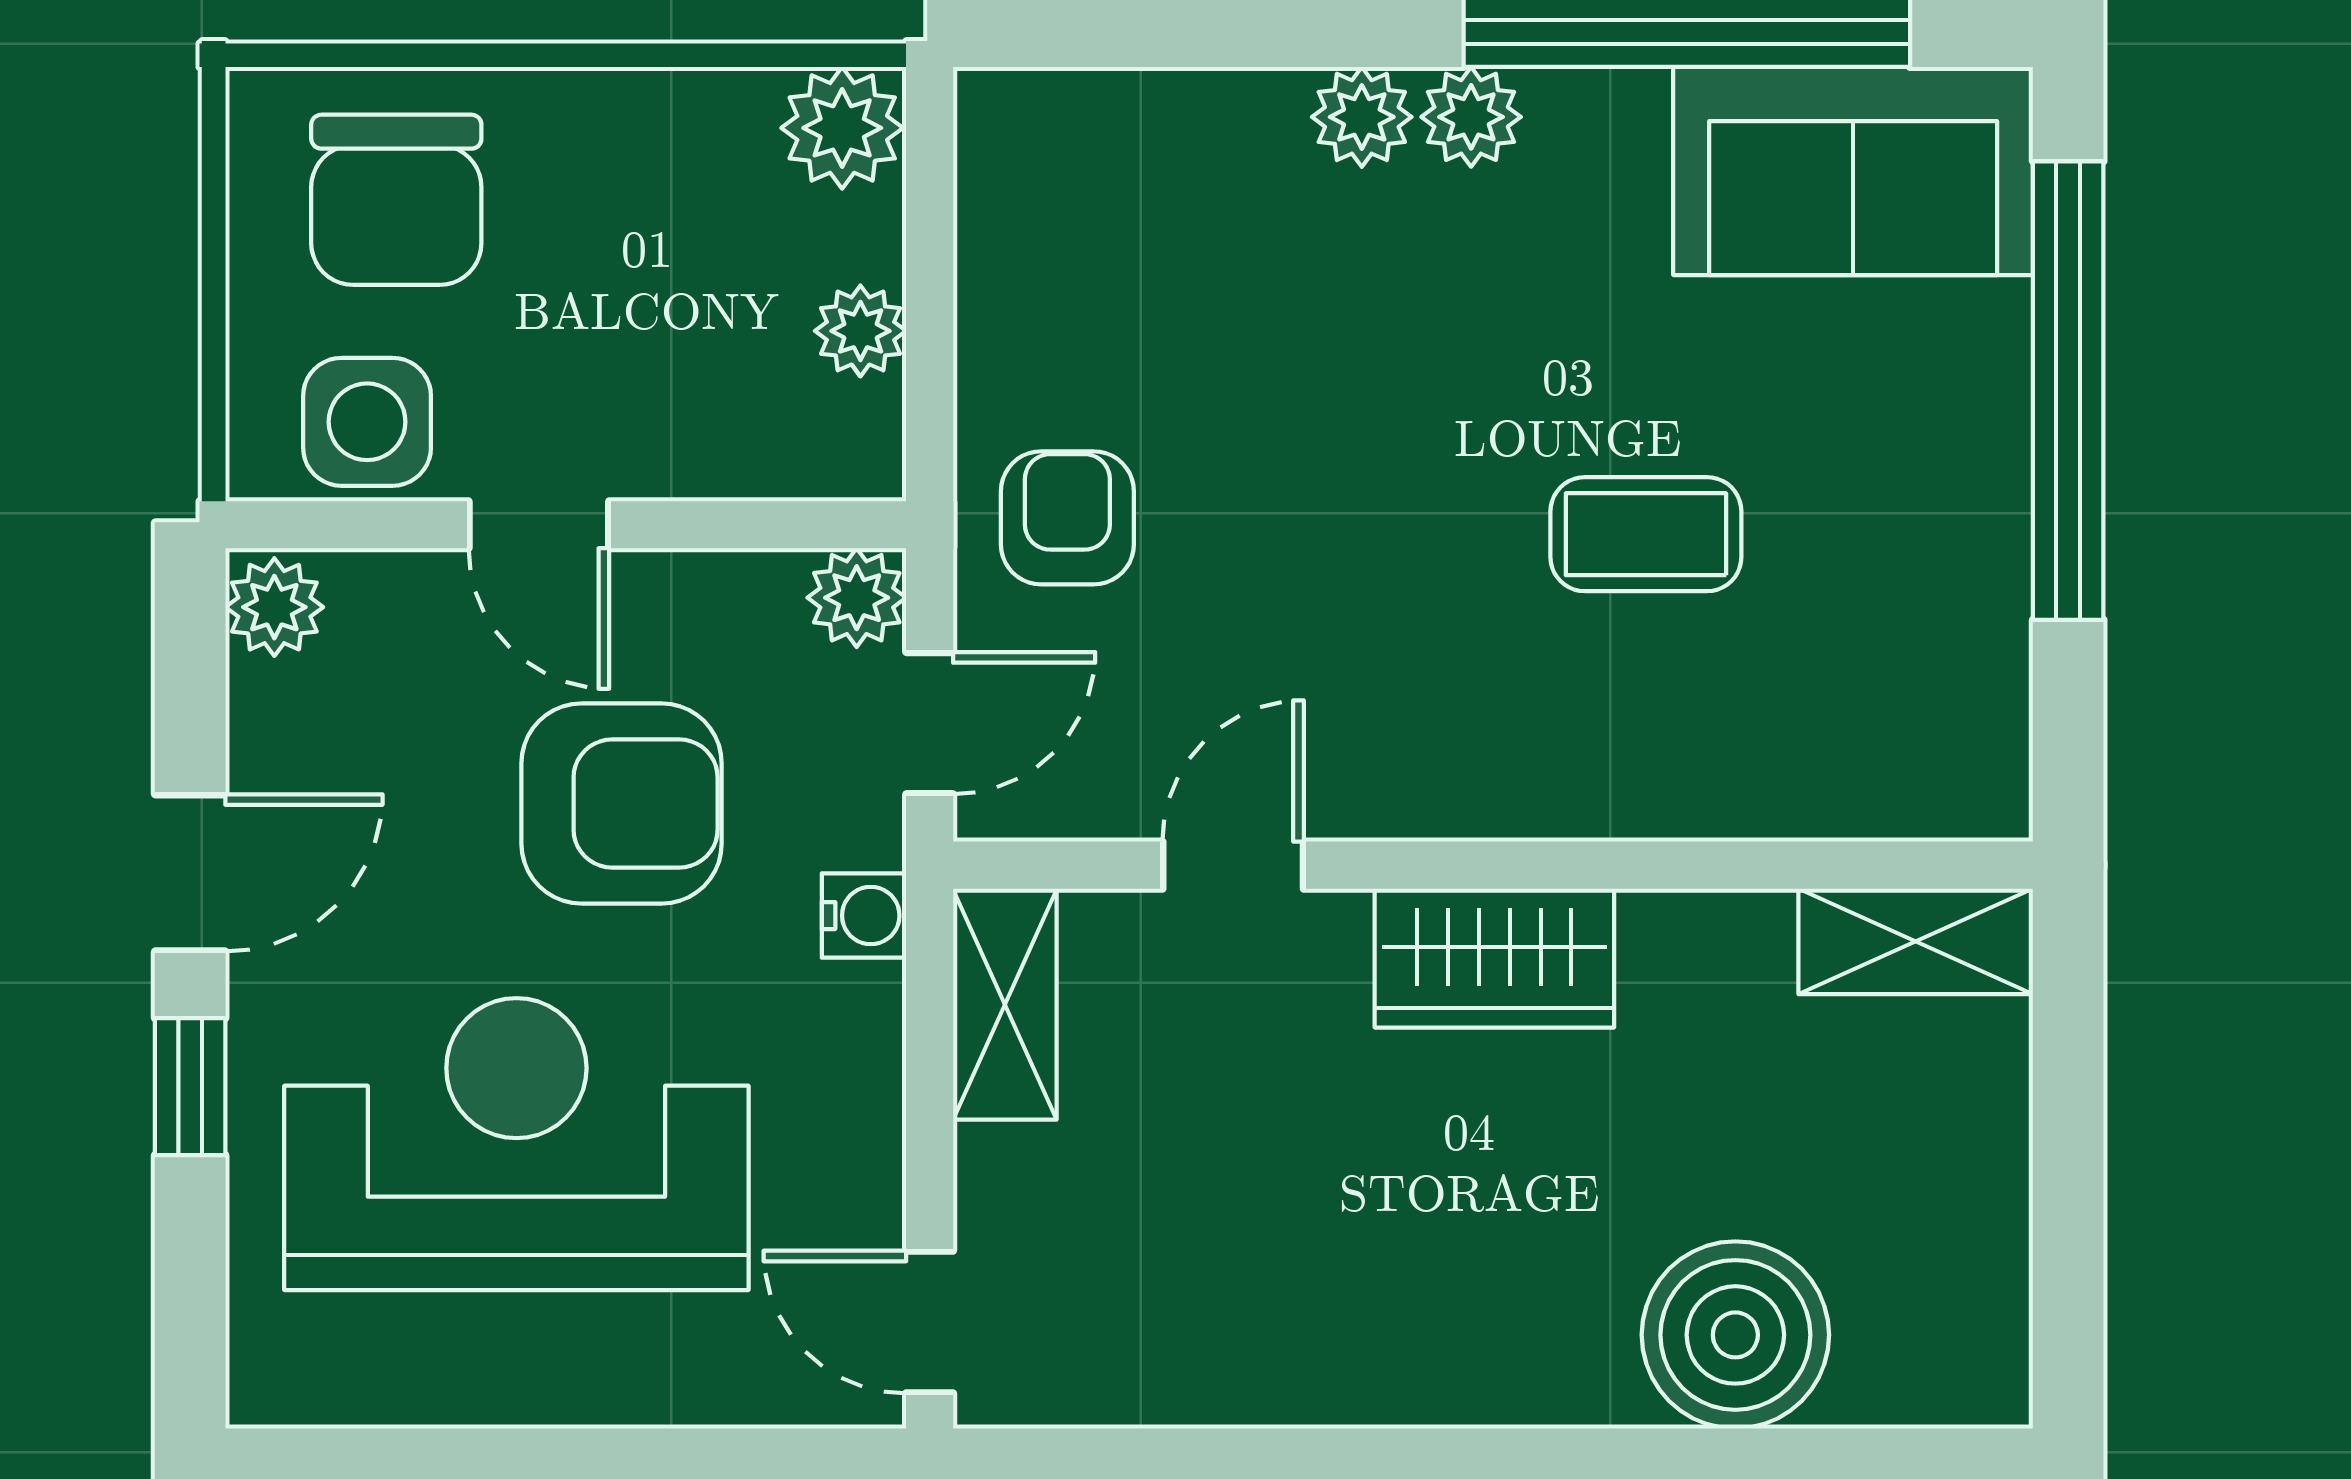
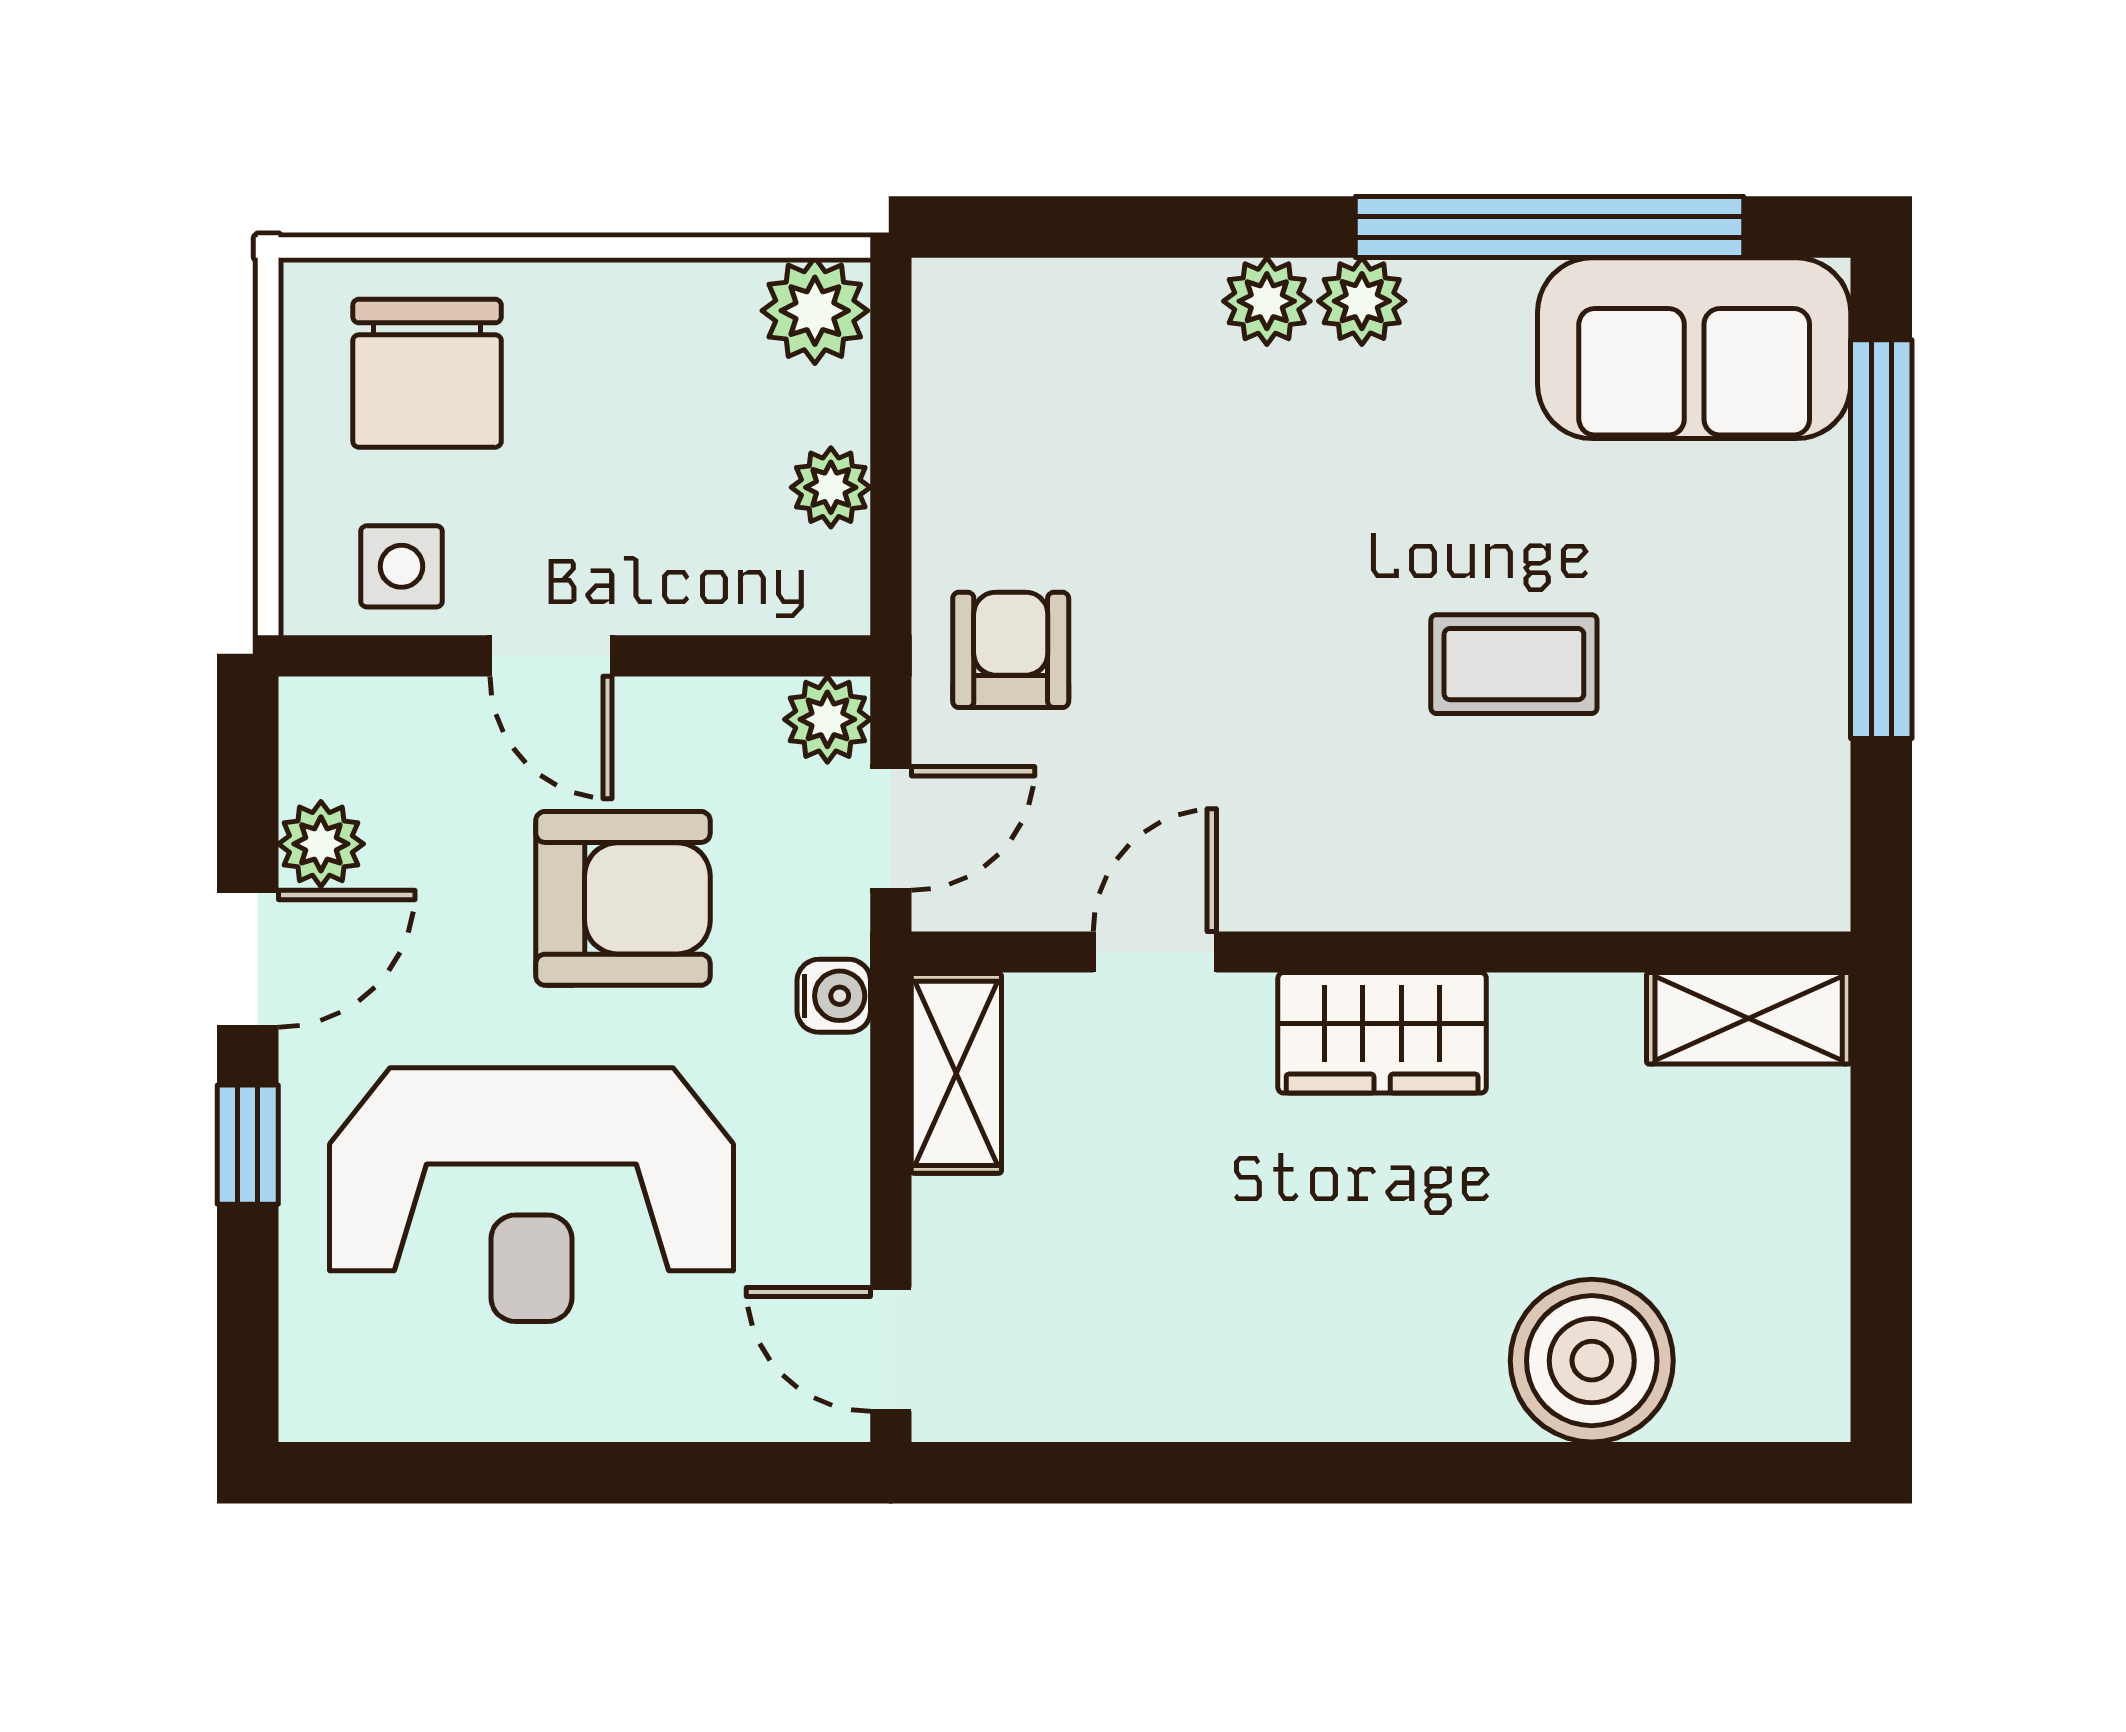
side table: (367, 422) -> (402, 566), width x0.73, depth x0.73
plant: (274, 607) -> (321, 844), moved
reception desk: (516, 1144) -> (531, 1195), turned 180

